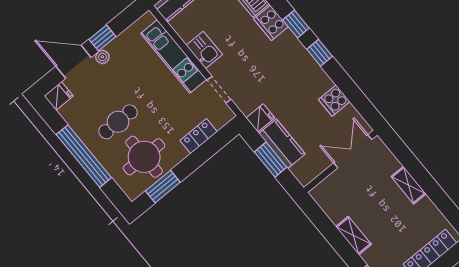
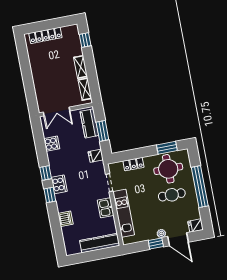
cooker: (271, 23) -> (59, 184), moved
kitchen counter: (282, 144) -> (89, 123), moved
shelving: (409, 185) -> (85, 89), moved

